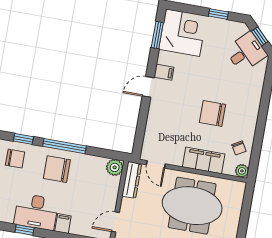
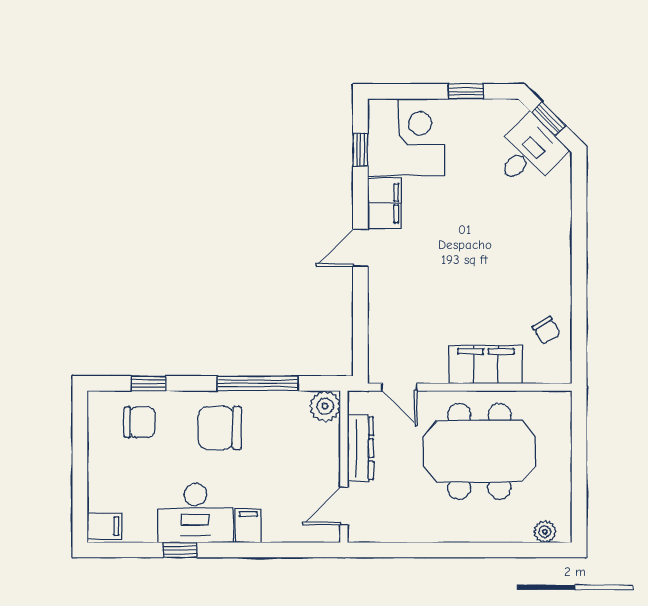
window: (157, 35) -> (360, 150), width x0.67
filing cabinet: (164, 72) -> (384, 203), width x2.00
chair: (213, 113) -> (487, 276), removed
window: (65, 146) -> (258, 383), moved
plant: (242, 171) -> (560, 371), removed
dresser: (132, 180) -> (360, 448), moved

